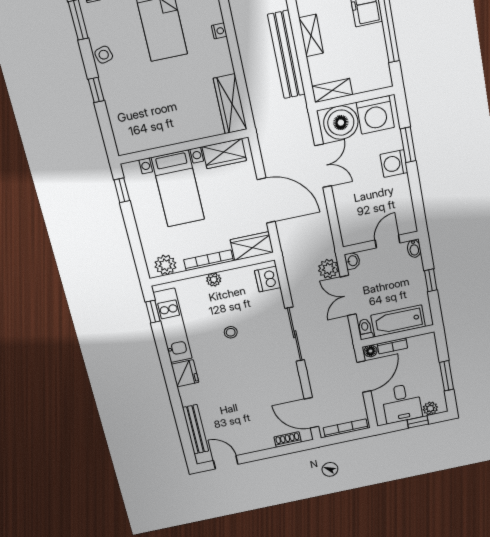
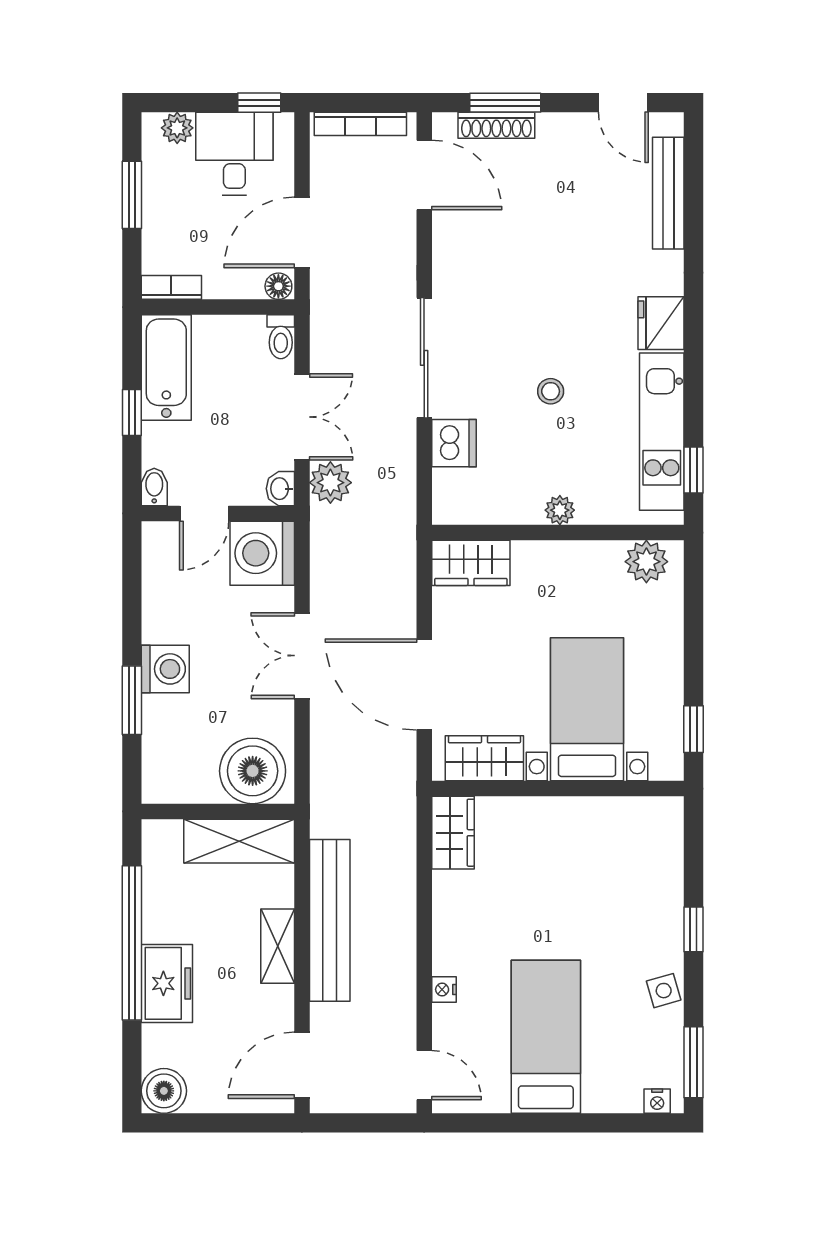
shelving: (332, 90) -> (239, 841), width x1.50, depth x1.33
wardrobe: (230, 104) -> (453, 833), width x0.67
washing machine: (375, 115) -> (262, 553), moved, turned -90
double door: (323, 166) -> (302, 656), moved
door: (266, 201) -> (424, 685), moved
bookcase: (209, 260) -> (561, 552), removed
dishwasher: (268, 279) -> (454, 443), moved
bathtub: (398, 321) -> (166, 368), moved, turned -90
bookcase: (392, 346) -> (171, 287), moved
window: (418, 422) -> (259, 103), moved
shoe rack: (288, 440) -> (496, 125), width x1.43
window: (280, 451) -> (505, 103), added

